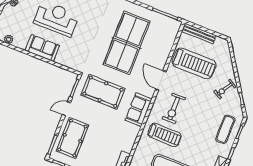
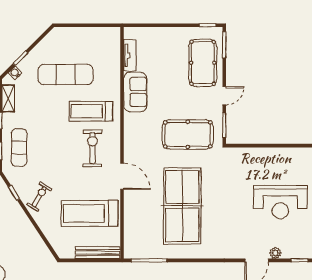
sofa: (42, 48) -> (283, 159), removed
sofa: (139, 110) -> (135, 92), moved

